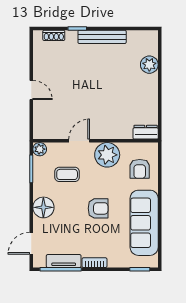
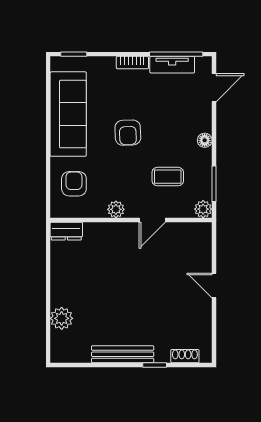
plant: (107, 155) -> (116, 209), width x0.53, depth x0.53
floor lamp: (43, 207) -> (205, 140), width x0.53, depth x0.53
armchair: (98, 208) -> (128, 133), turned -92

